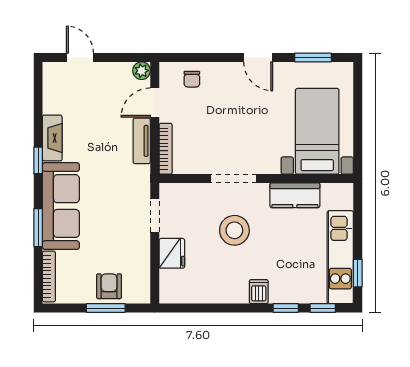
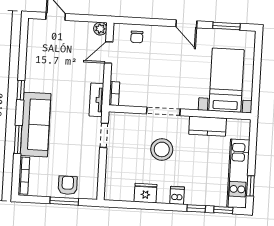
fireplace: (52, 138) -> (32, 74), removed
tv unit: (142, 141) -> (96, 100), moved
bookcase: (166, 149) -> (114, 94), width x0.64
fridge: (172, 253) -> (145, 193), moved, turned -90

